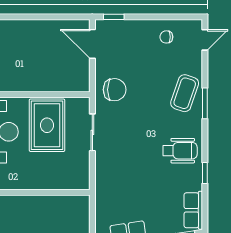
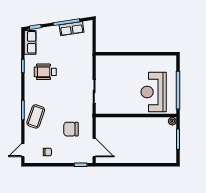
chair: (115, 90) -> (71, 129), moved
rug: (47, 125) -> (123, 96), removed
wheelchair: (180, 151) -> (45, 72), moved

